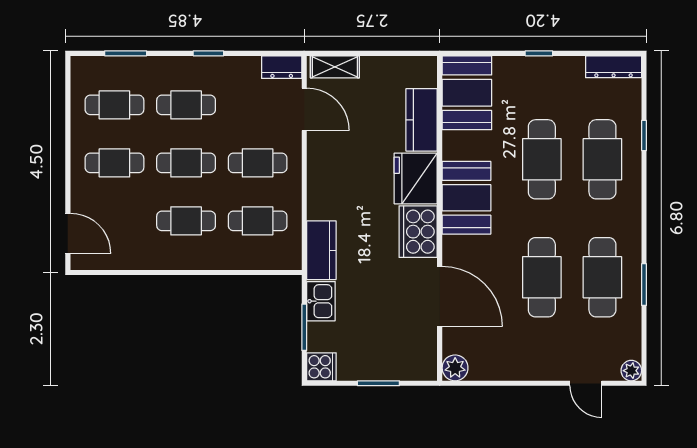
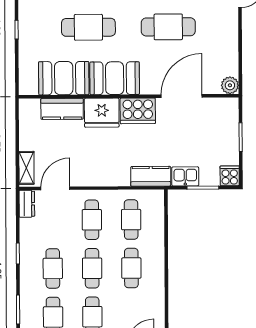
booth: (467, 93) -> (64, 78), moved

